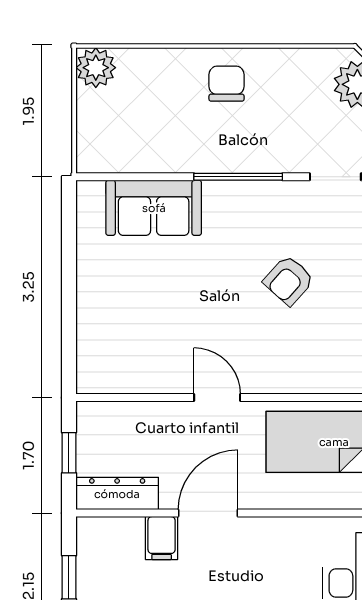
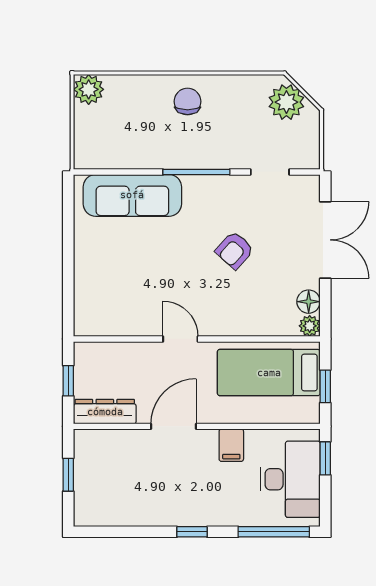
sofa: (154, 208) -> (132, 195), width x1.36
filing cabinet: (162, 538) -> (231, 445), moved

